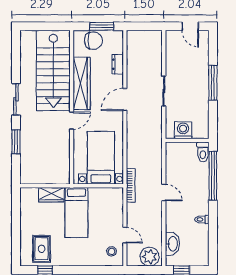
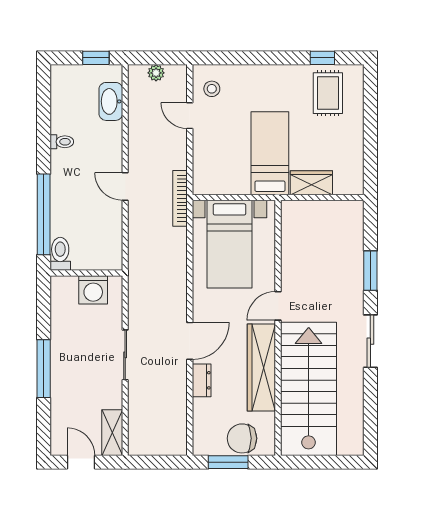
shelving: (172, 44) -> (112, 433), added
dresser: (118, 64) -> (202, 380), moved
plant: (150, 257) -> (156, 73), width x0.53, depth x0.53

